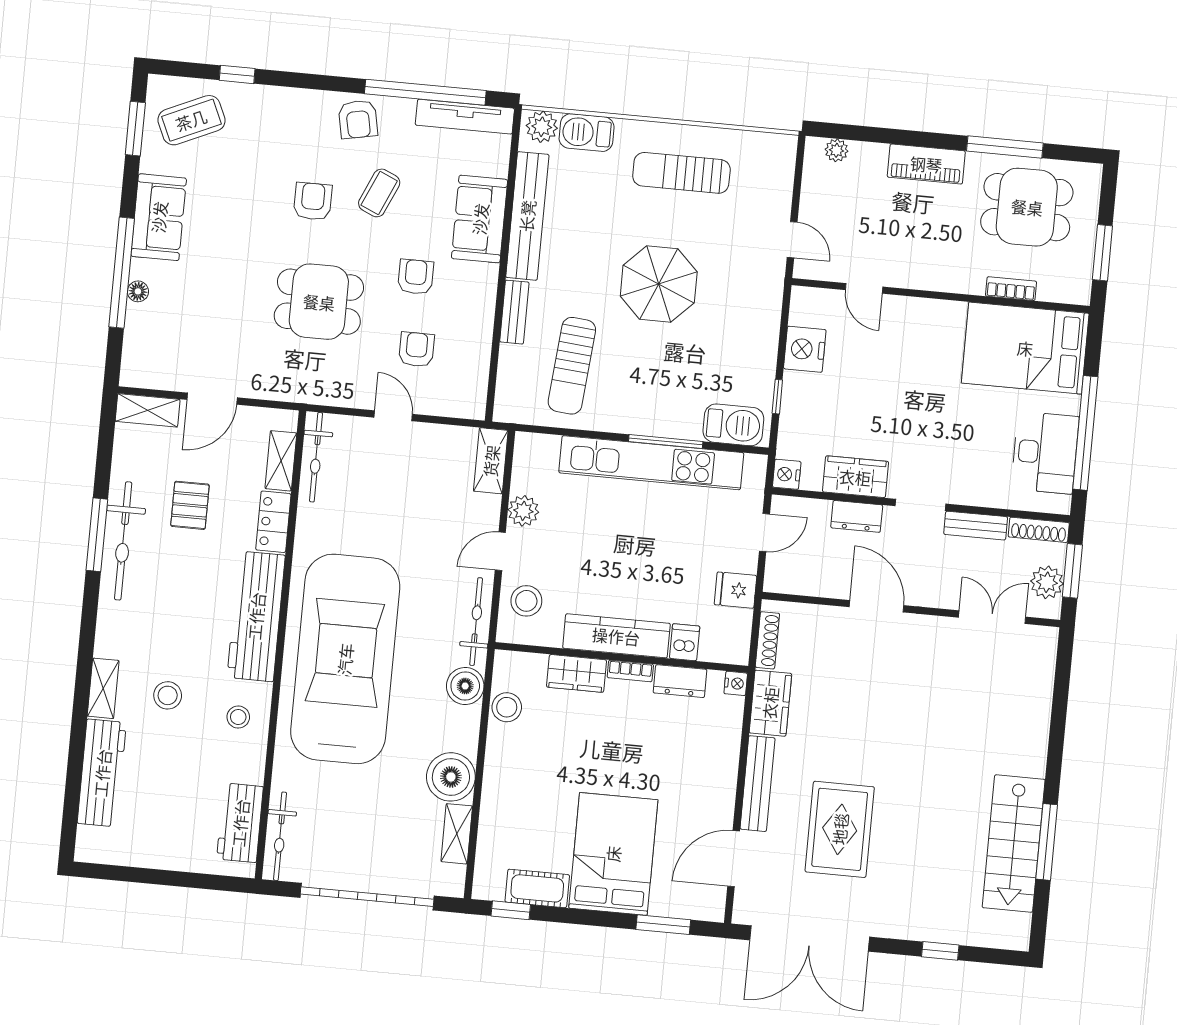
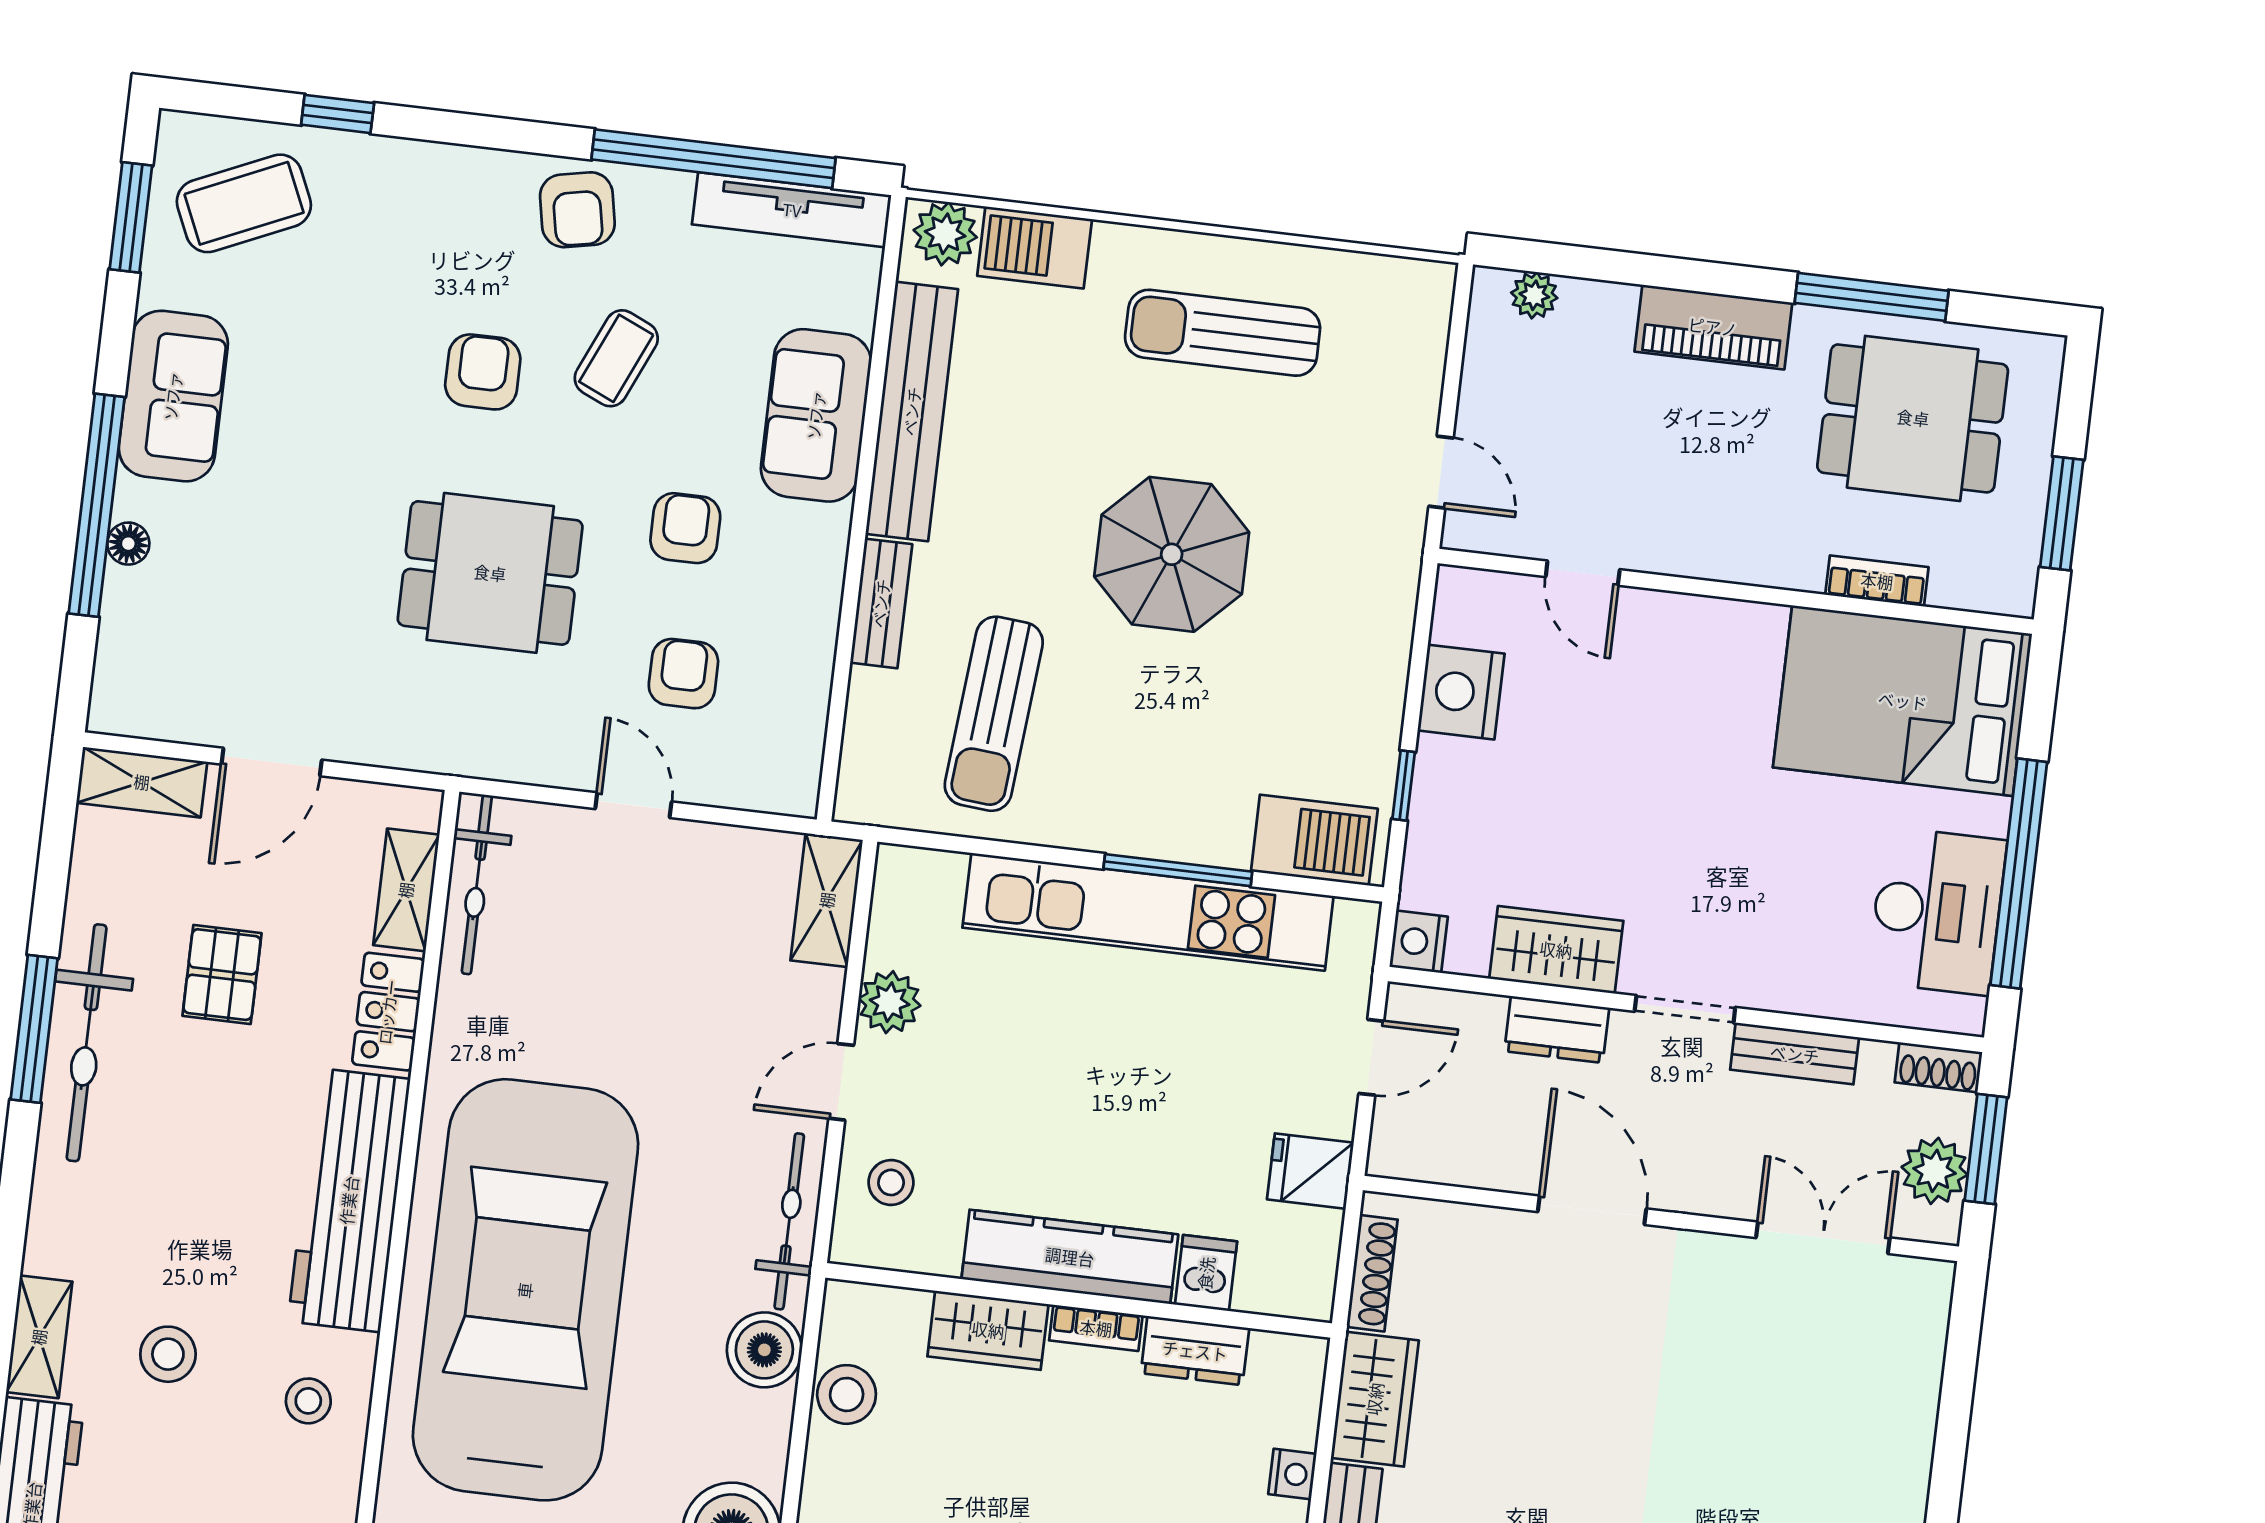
shoe rack: (1039, 530) -> (1938, 1067), width x0.70
stool: (526, 601) -> (891, 1182), width x0.73, depth x0.73
nightstand: (736, 683) -> (1292, 1474), moved

